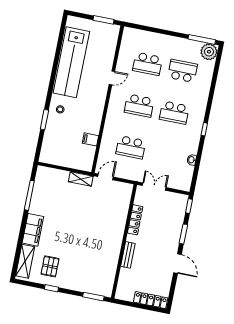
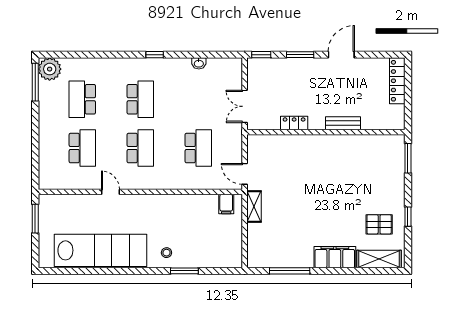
filing cabinet: (91, 139) -> (226, 204), moved
locker: (135, 220) -> (294, 123), width x0.66

